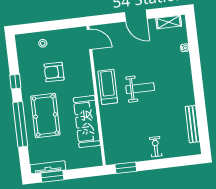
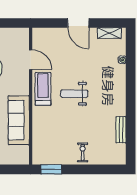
door: (89, 39) -> (31, 60), moved
weight bench: (140, 88) -> (74, 94), turned 180
bench: (193, 124) -> (121, 130), width x0.73

